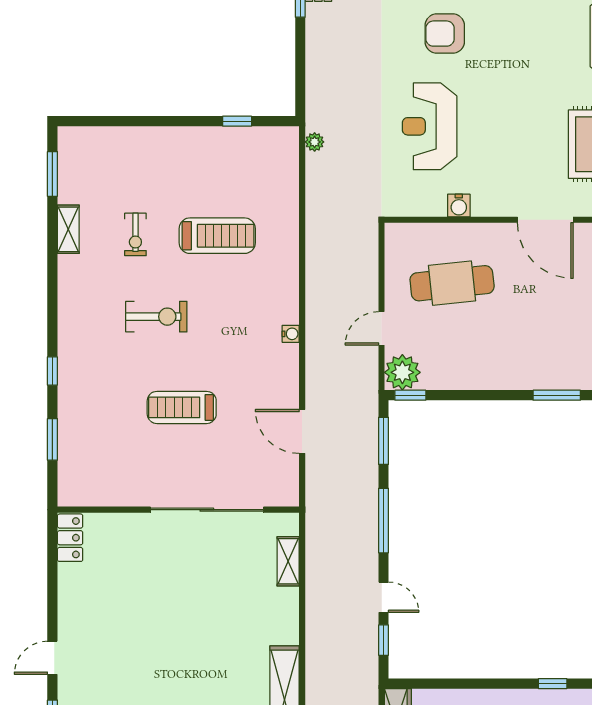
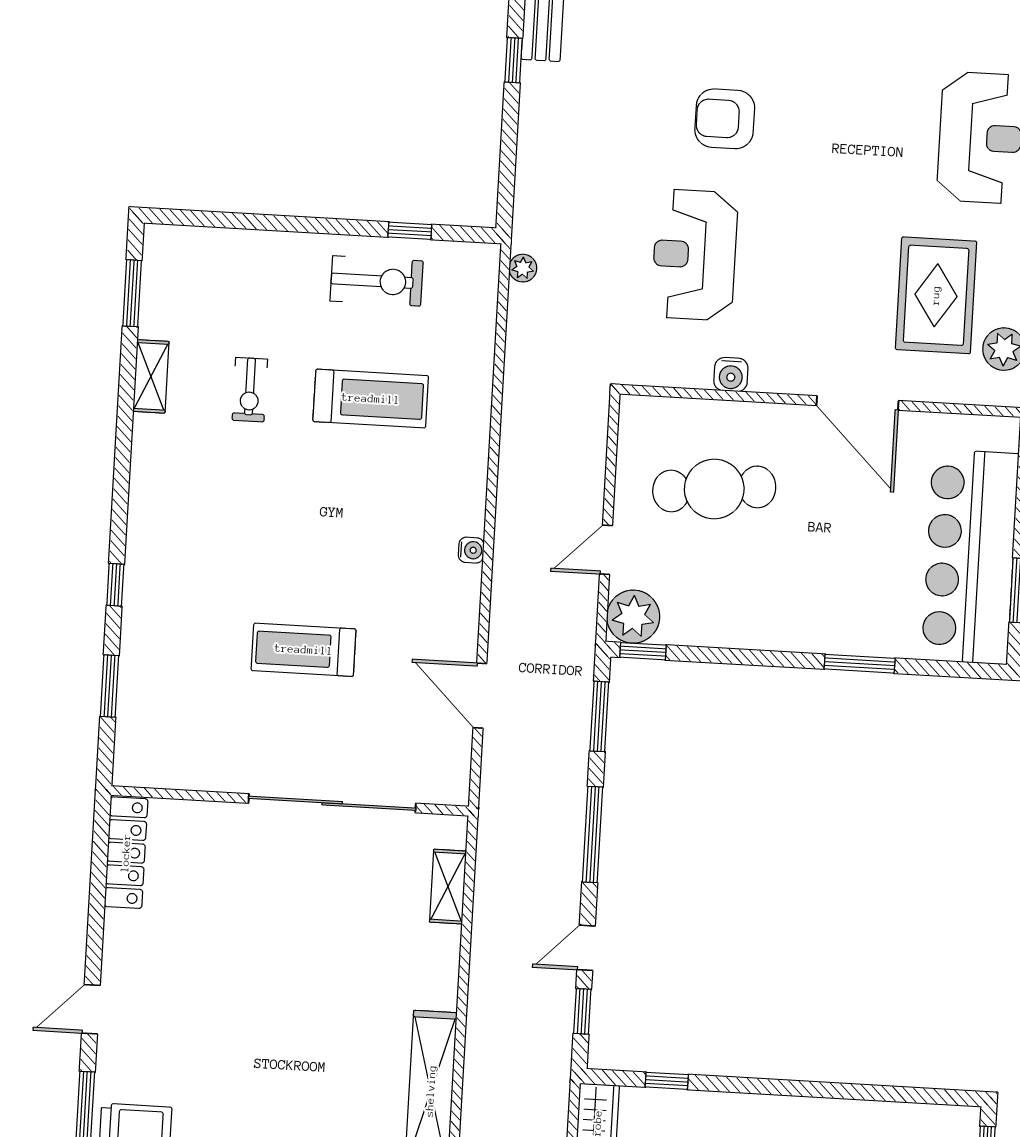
exercise bike: (156, 317) -> (377, 281), moved
locker: (70, 538) -> (126, 853), width x1.53
door: (383, 597) -> (586, 948), swing flipped
window: (553, 684) -> (667, 1081), moved

